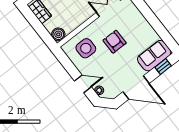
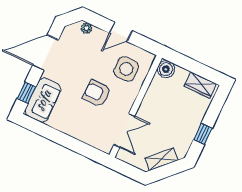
armchair: (115, 42) -> (97, 93), turned 180
door: (83, 84) -> (121, 32), moved

